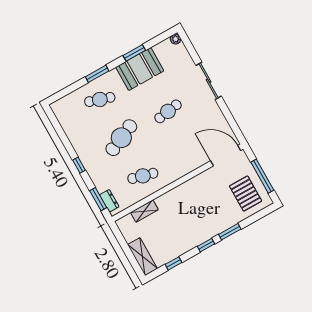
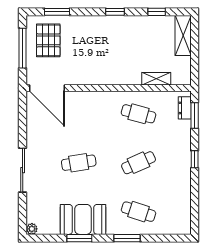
cafe table: (121, 138) -> (138, 163), width x0.73, depth x0.74
window: (230, 232) -> (57, 12), moved

